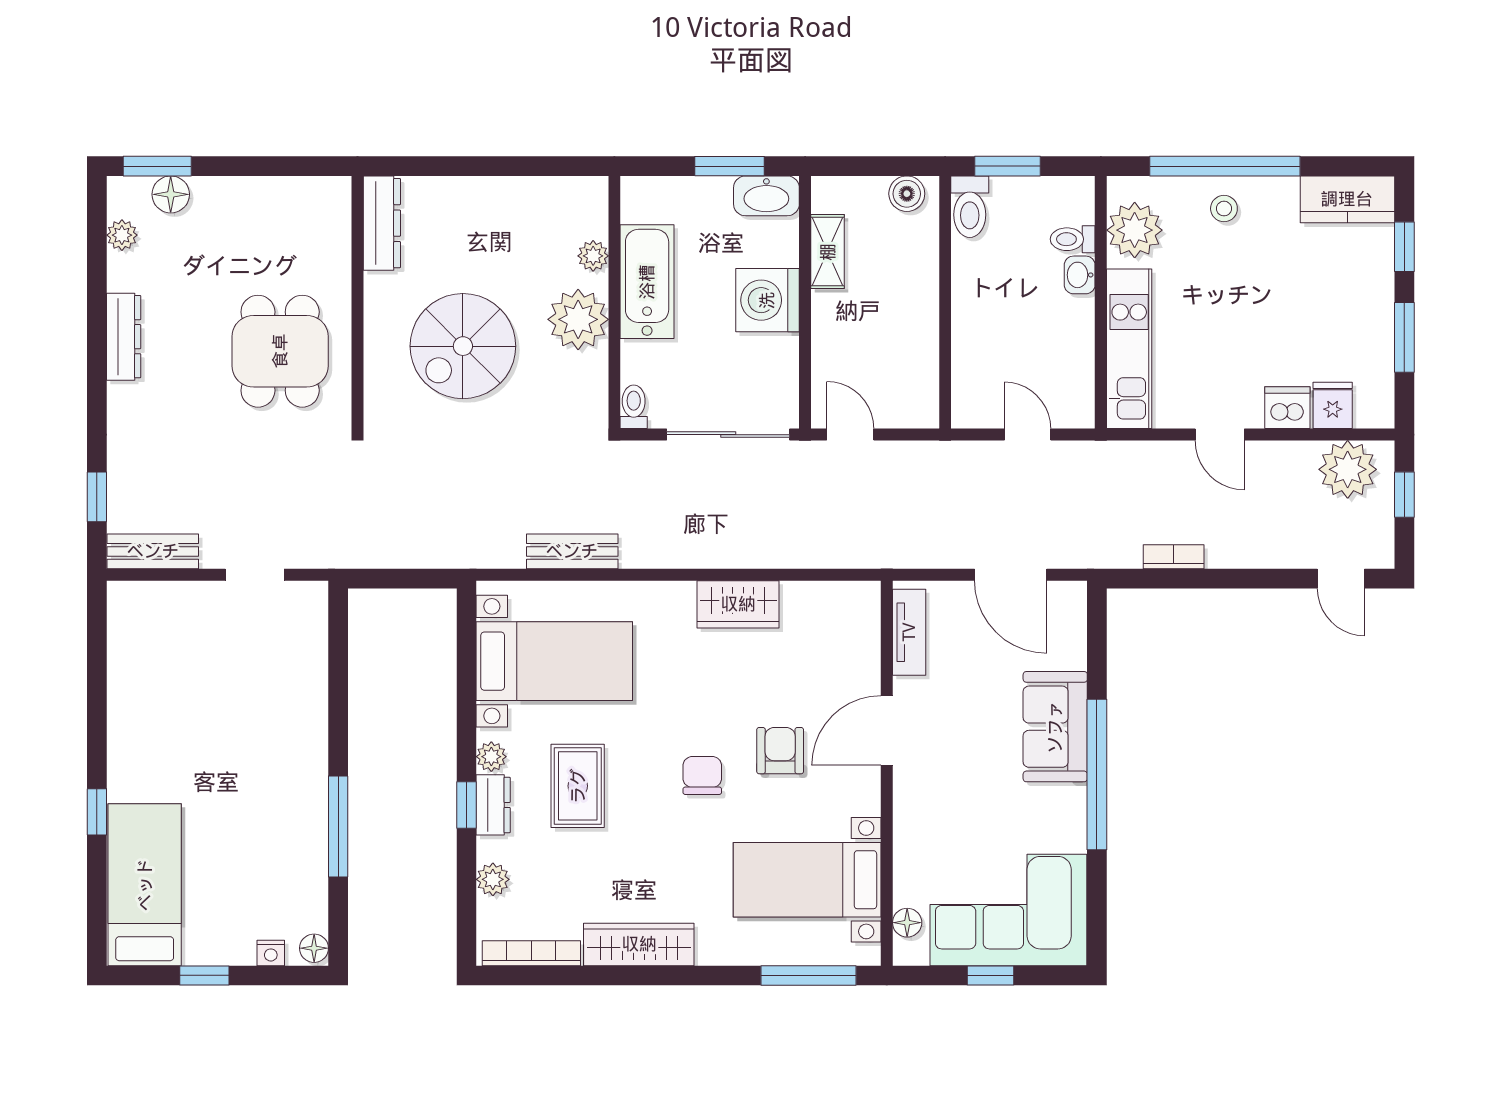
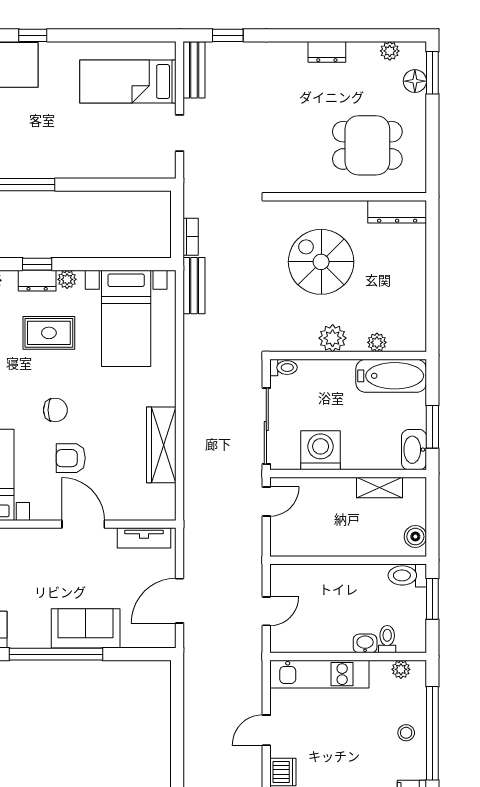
plant: (1135, 230) -> (401, 669), width x0.53, depth x0.53
bathtub: (647, 282) -> (391, 376), moved
washing machine: (767, 300) -> (321, 450), moved
plant: (578, 319) -> (333, 338), width x0.73, depth x0.73
dresser: (124, 337) -> (327, 52), width x0.70
dining table: (280, 351) -> (367, 145), moved
bench: (572, 551) -> (194, 286), moved
bookcase: (1174, 557) -> (191, 237), moved
wardrobe: (738, 604) -> (161, 445), width x1.50
bed: (171, 658) -> (128, 82), added
armchair: (780, 751) -> (71, 458), turned 180

